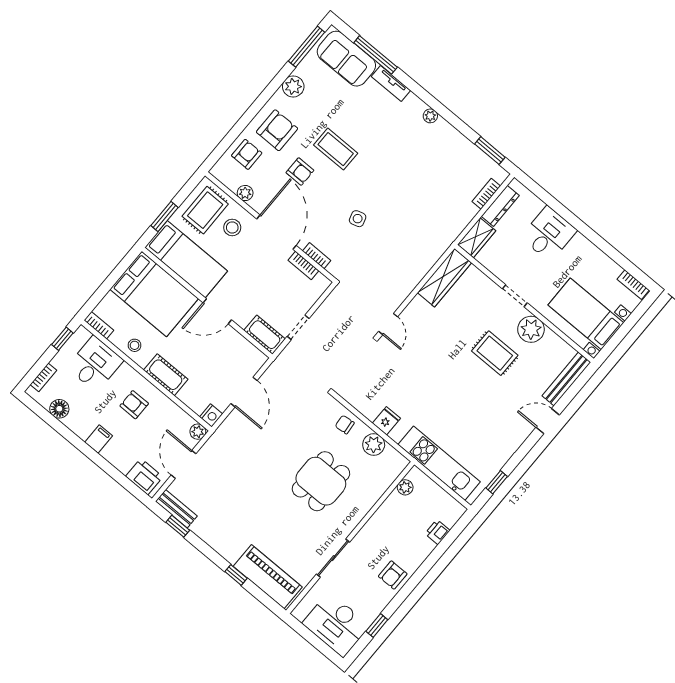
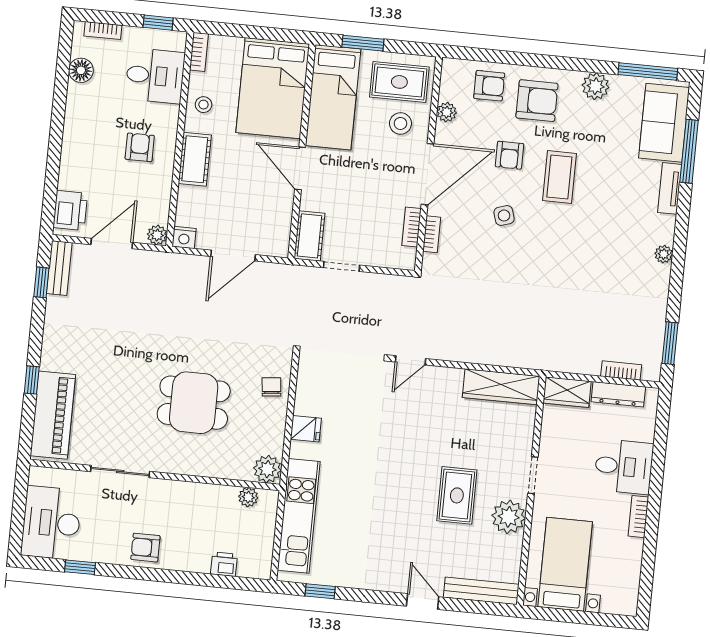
side table: (358, 219) -> (504, 215), moved
bookcase: (633, 285) -> (638, 517), moved
filing cabinet: (99, 439) -> (77, 134), removed
plant: (374, 445) -> (267, 469), moved

